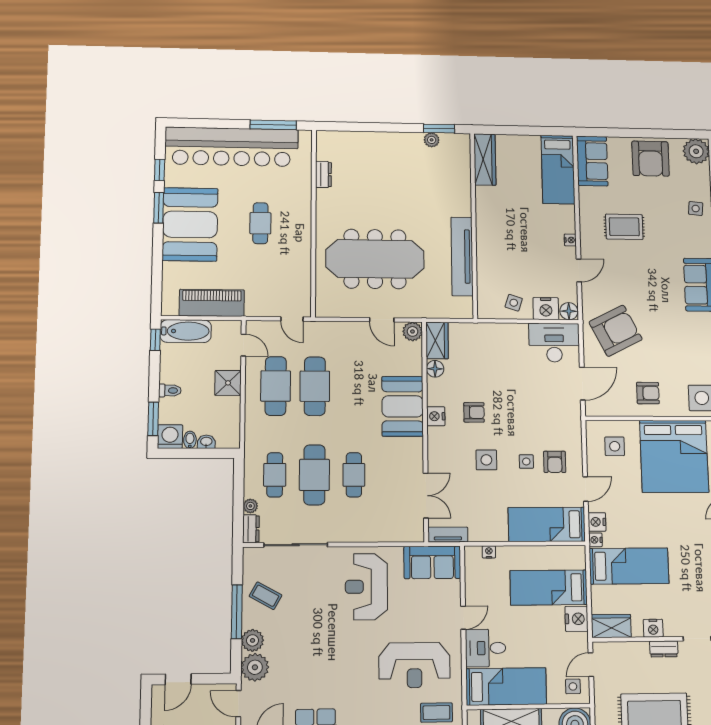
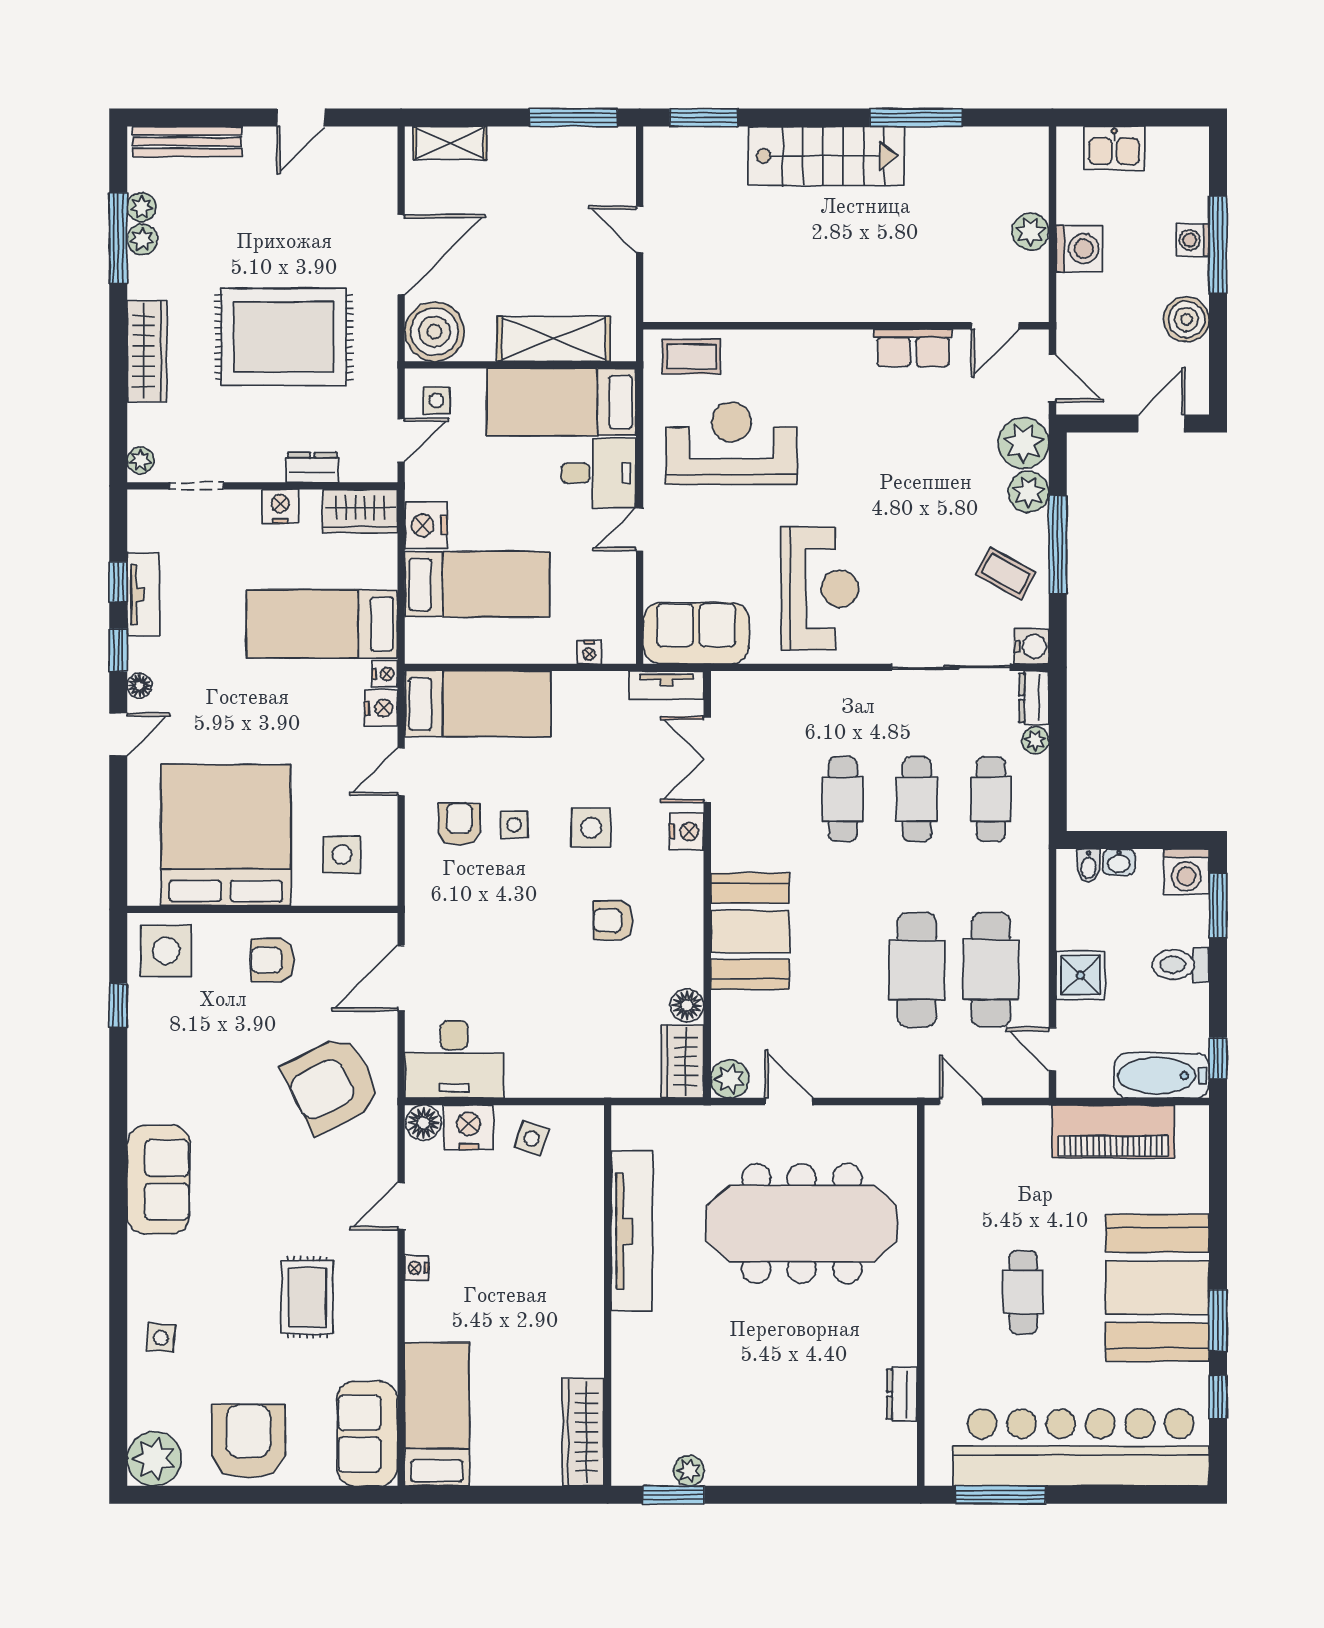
rug: (624, 227) -> (307, 1297), turned 90
toilet: (170, 390) -> (1180, 965), width x1.37, depth x1.39
nightstand: (436, 416) -> (687, 832), moved
bidet: (190, 440) -> (1089, 866), moved
cafe table: (314, 475) -> (917, 799), width x0.73, depth x0.74
water cooler: (252, 556) -> (1031, 646), added
dresser: (664, 649) -> (312, 467), moved

